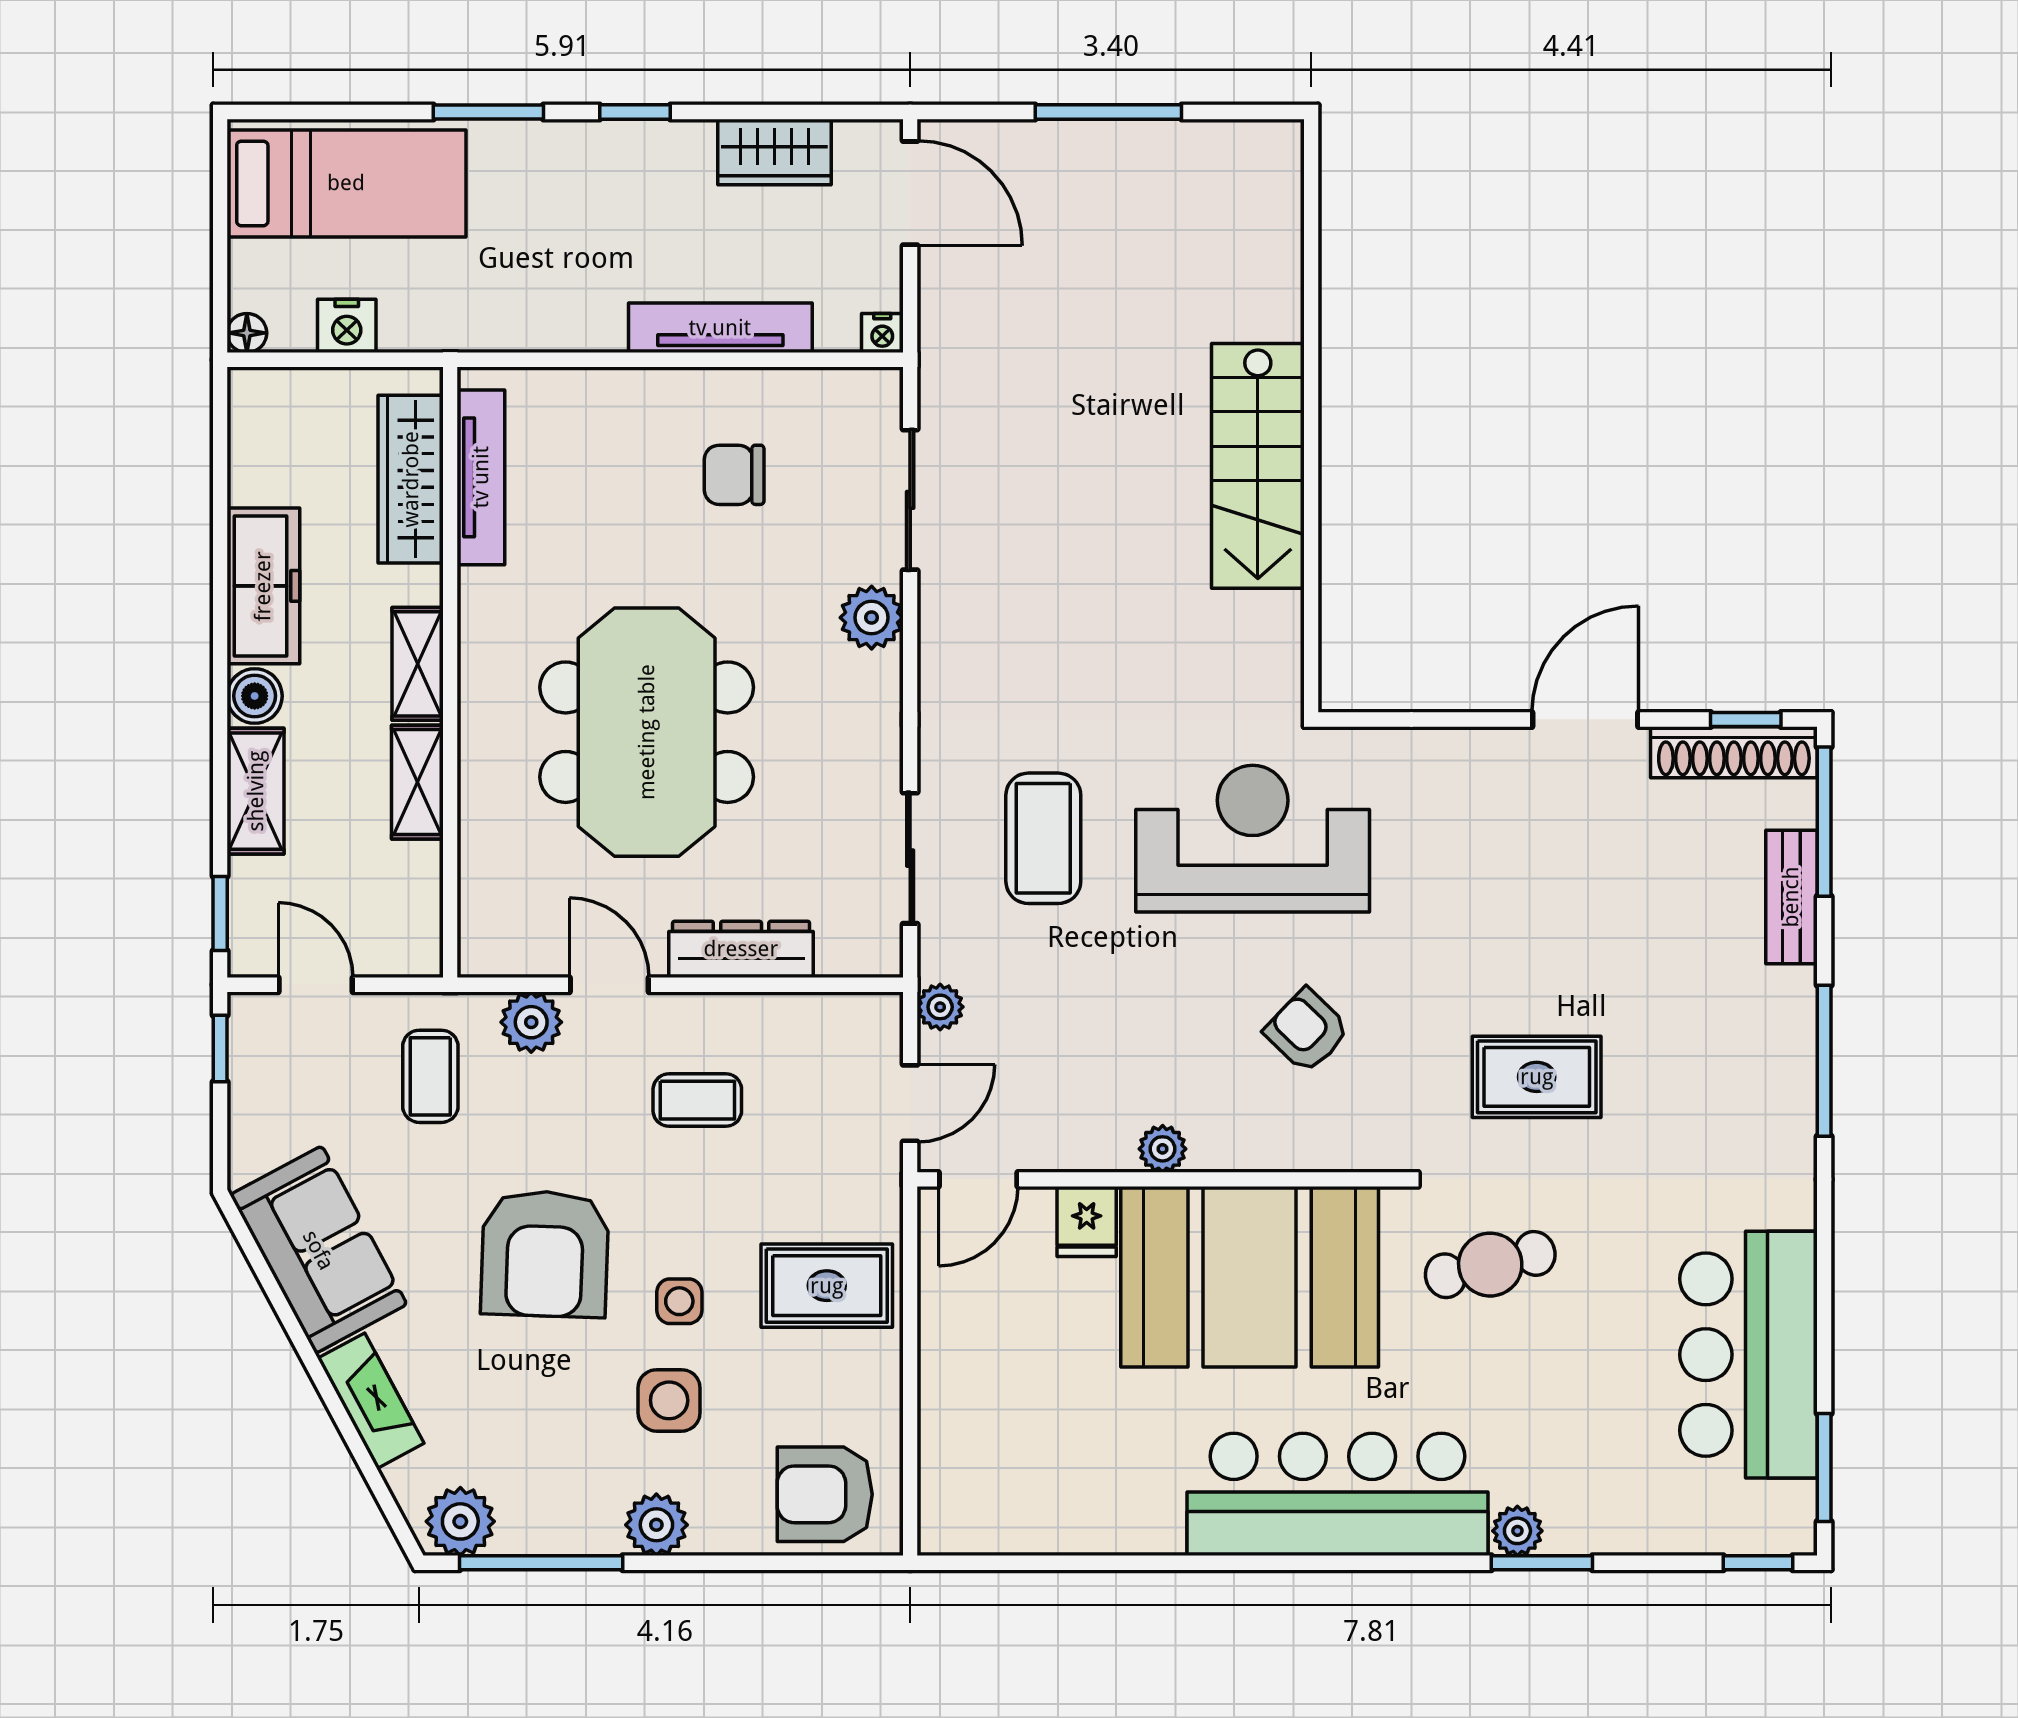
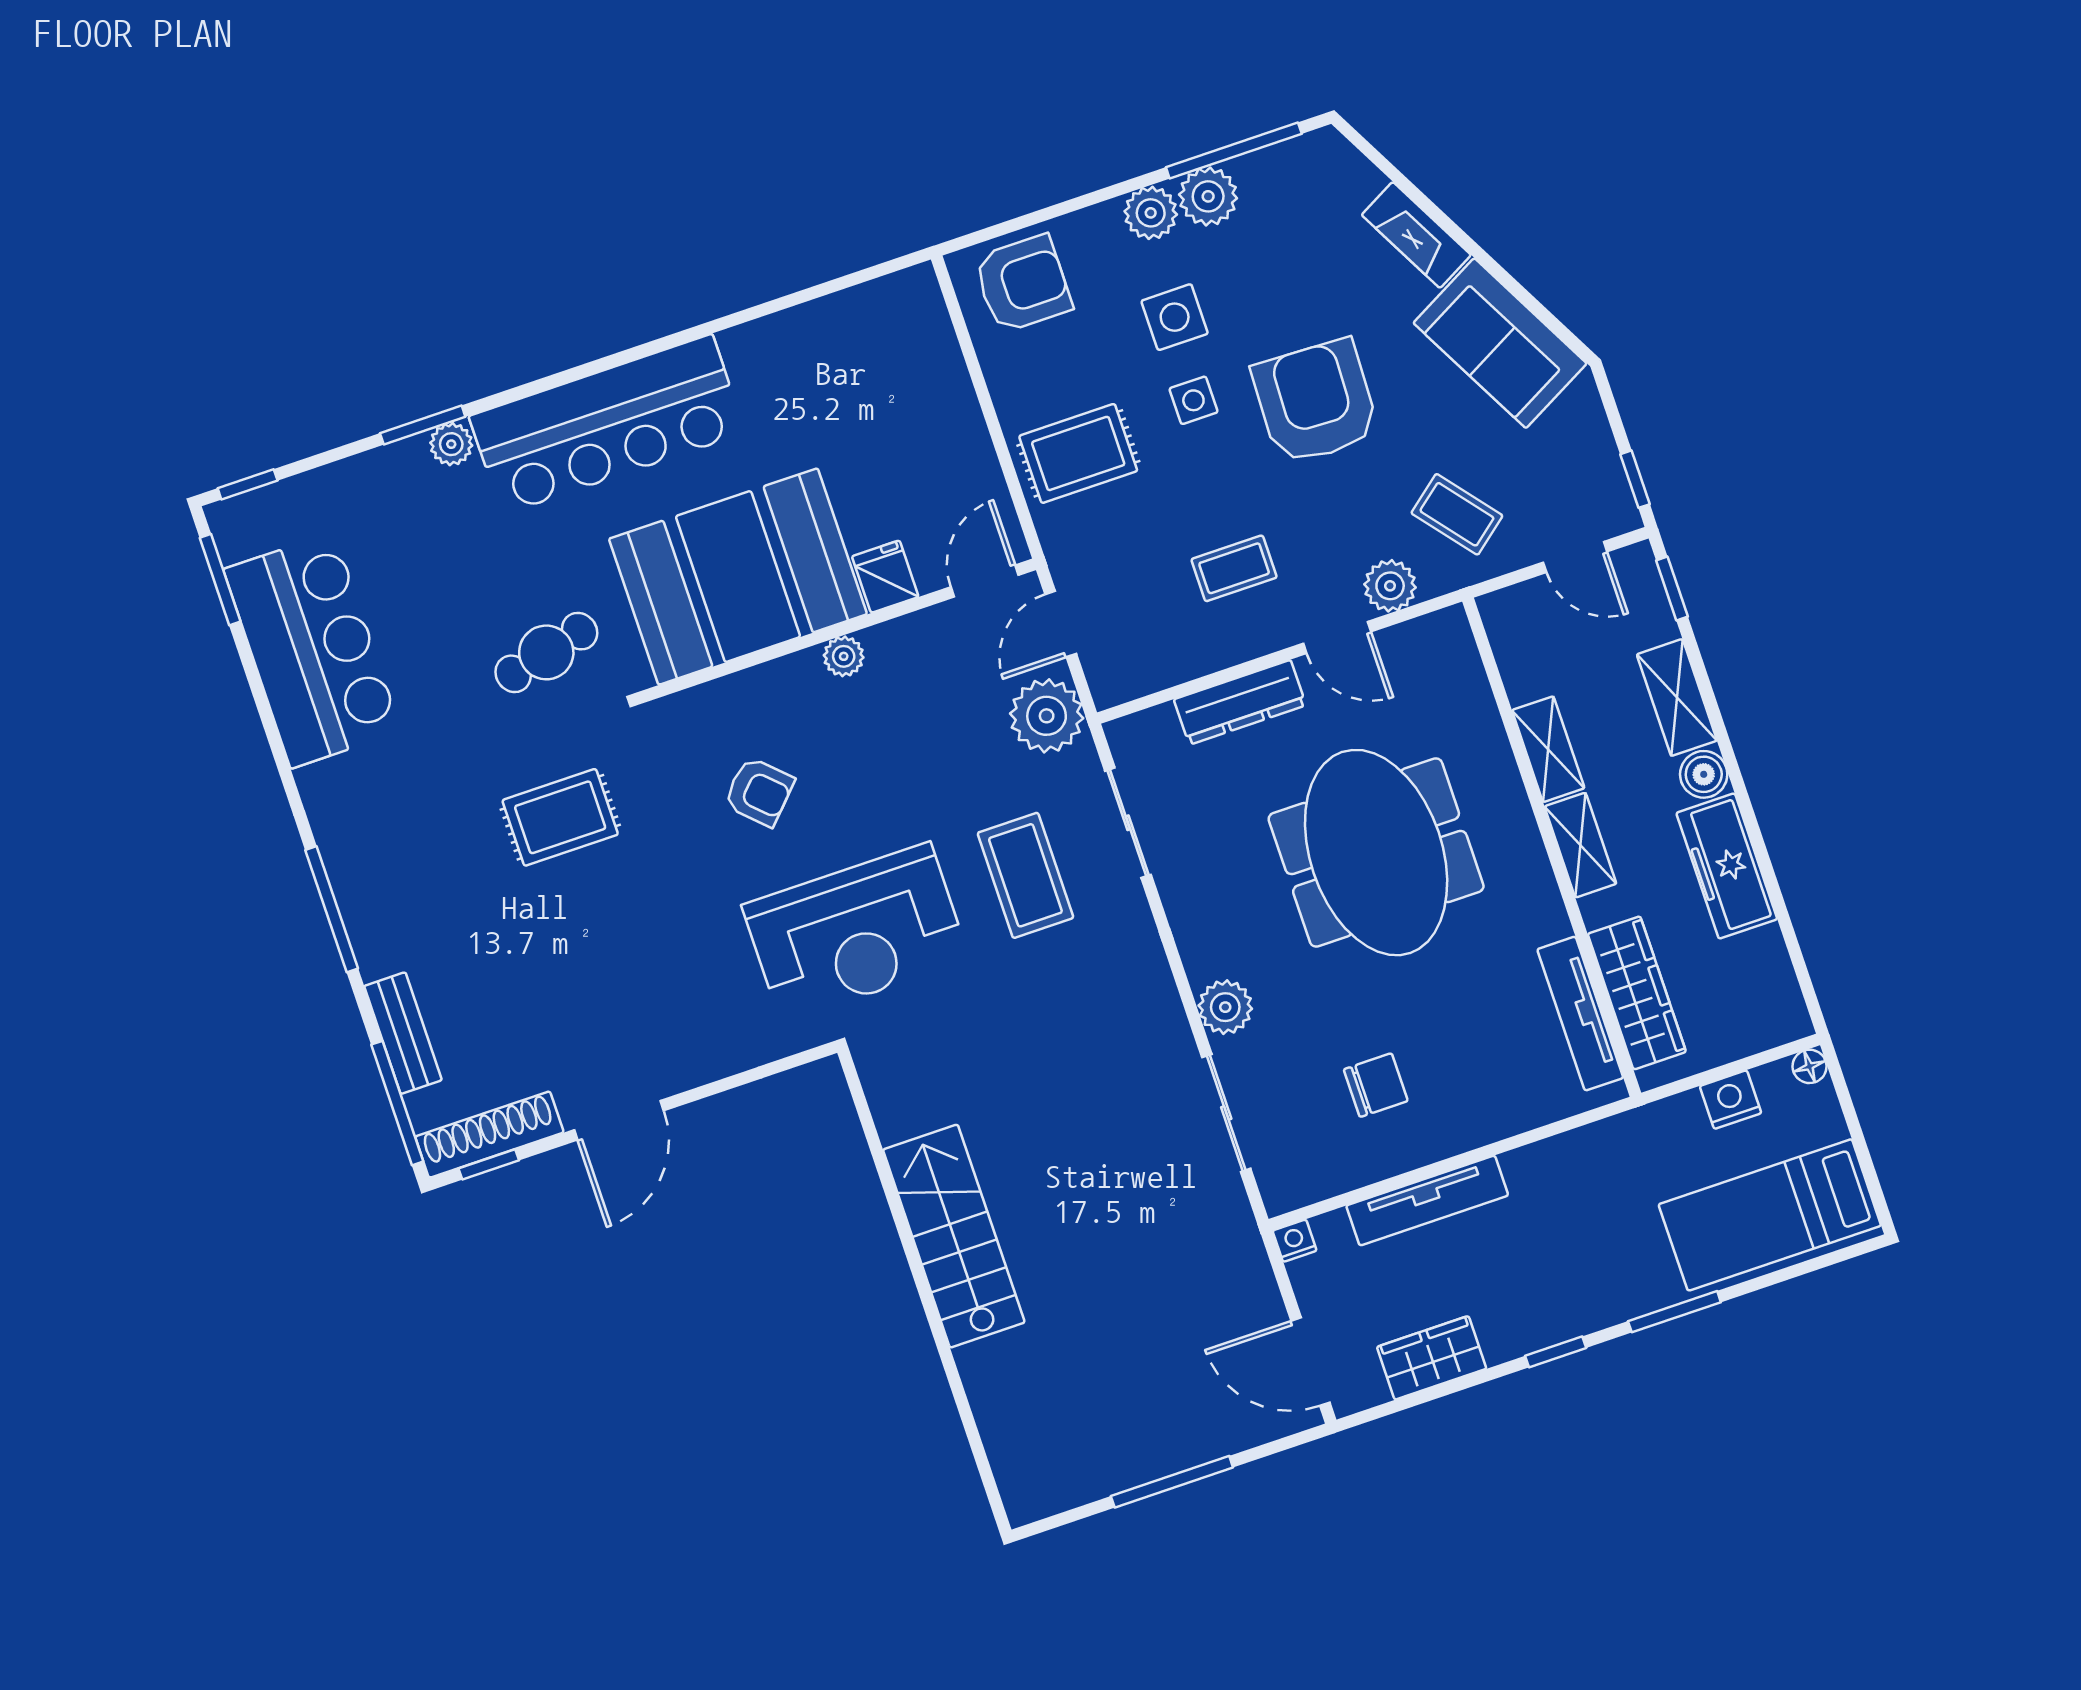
plant: (940, 1007) -> (1047, 716), width x1.87, depth x1.87
coffee table: (430, 1076) -> (1457, 514), turned -39
plant: (460, 1521) -> (1208, 196), moved

